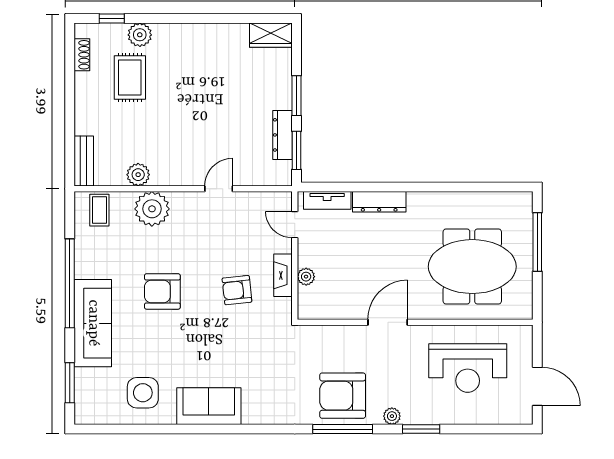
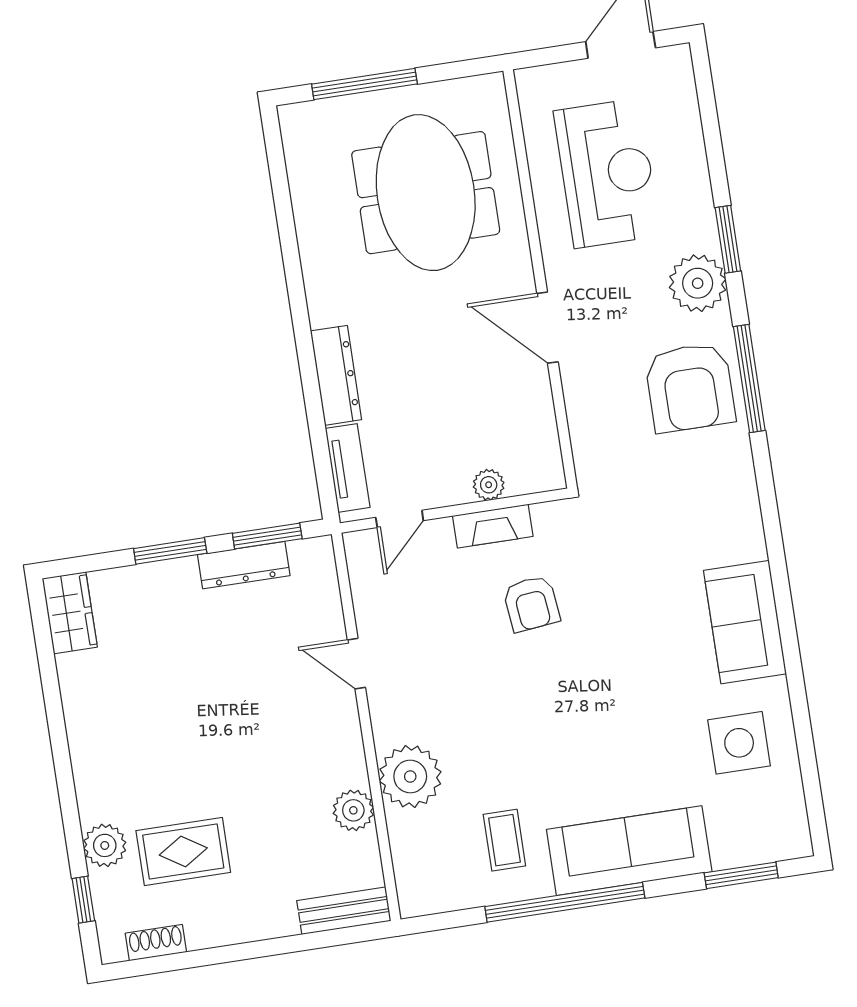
coffee table: (99, 210) -> (504, 840), moved, turned 90
armchair: (162, 291) -> (554, 736), removed
plant: (392, 416) -> (698, 283), width x1.87, depth x1.87

